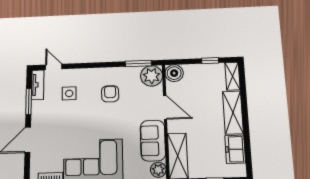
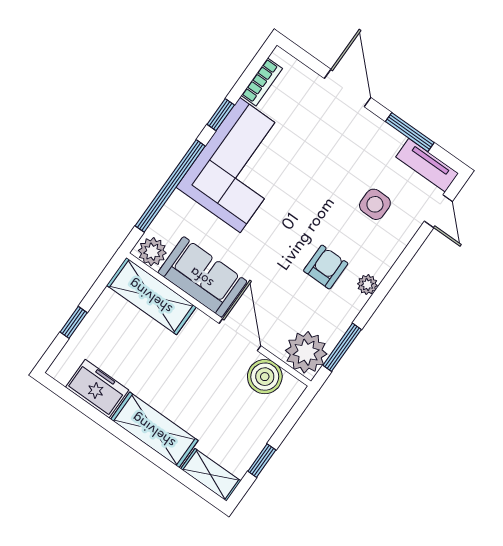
door: (54, 67) -> (438, 211), hinge flipped
plant: (105, 72) -> (367, 285), added
boiler: (174, 73) -> (265, 377), moved
armchair: (110, 94) -> (326, 267), turned -90
door: (165, 107) -> (240, 335), swing flipped

